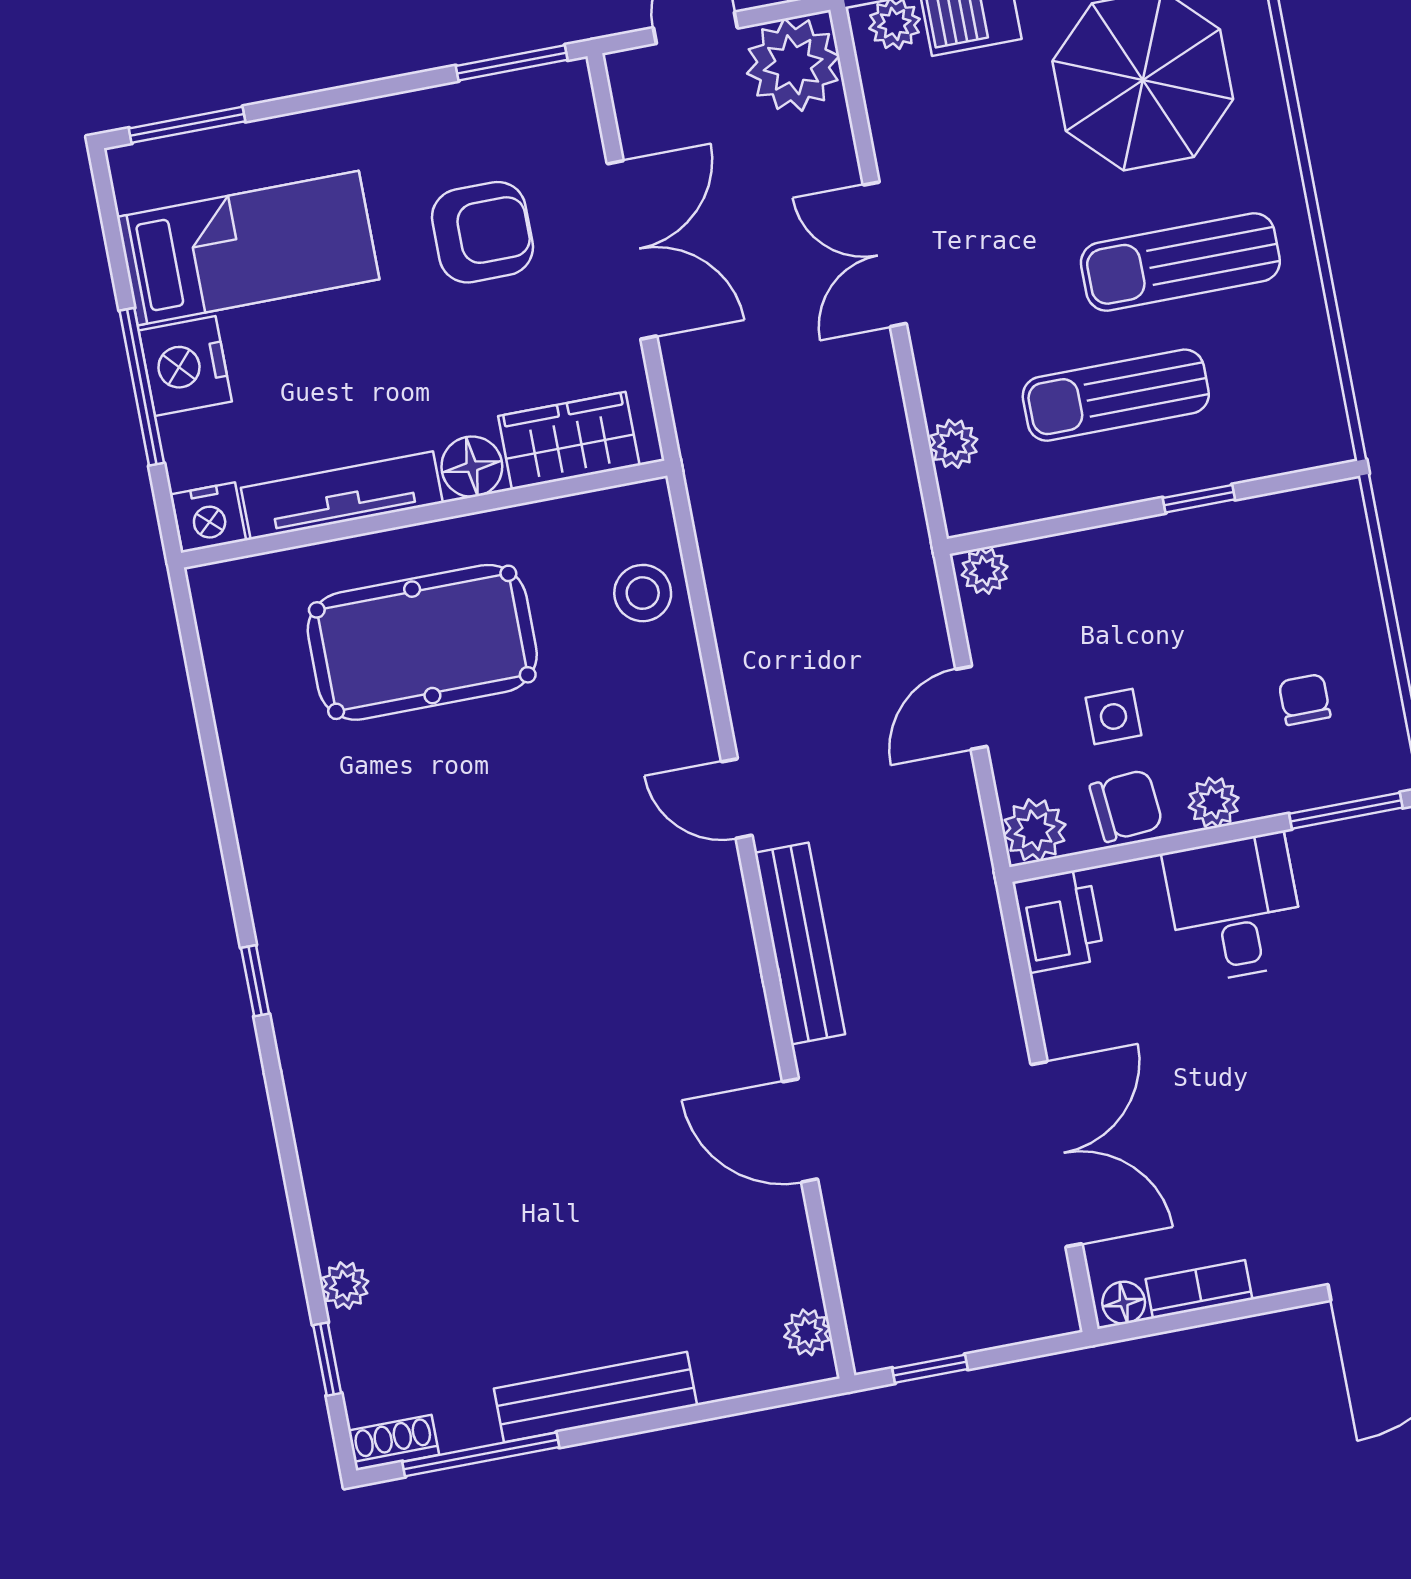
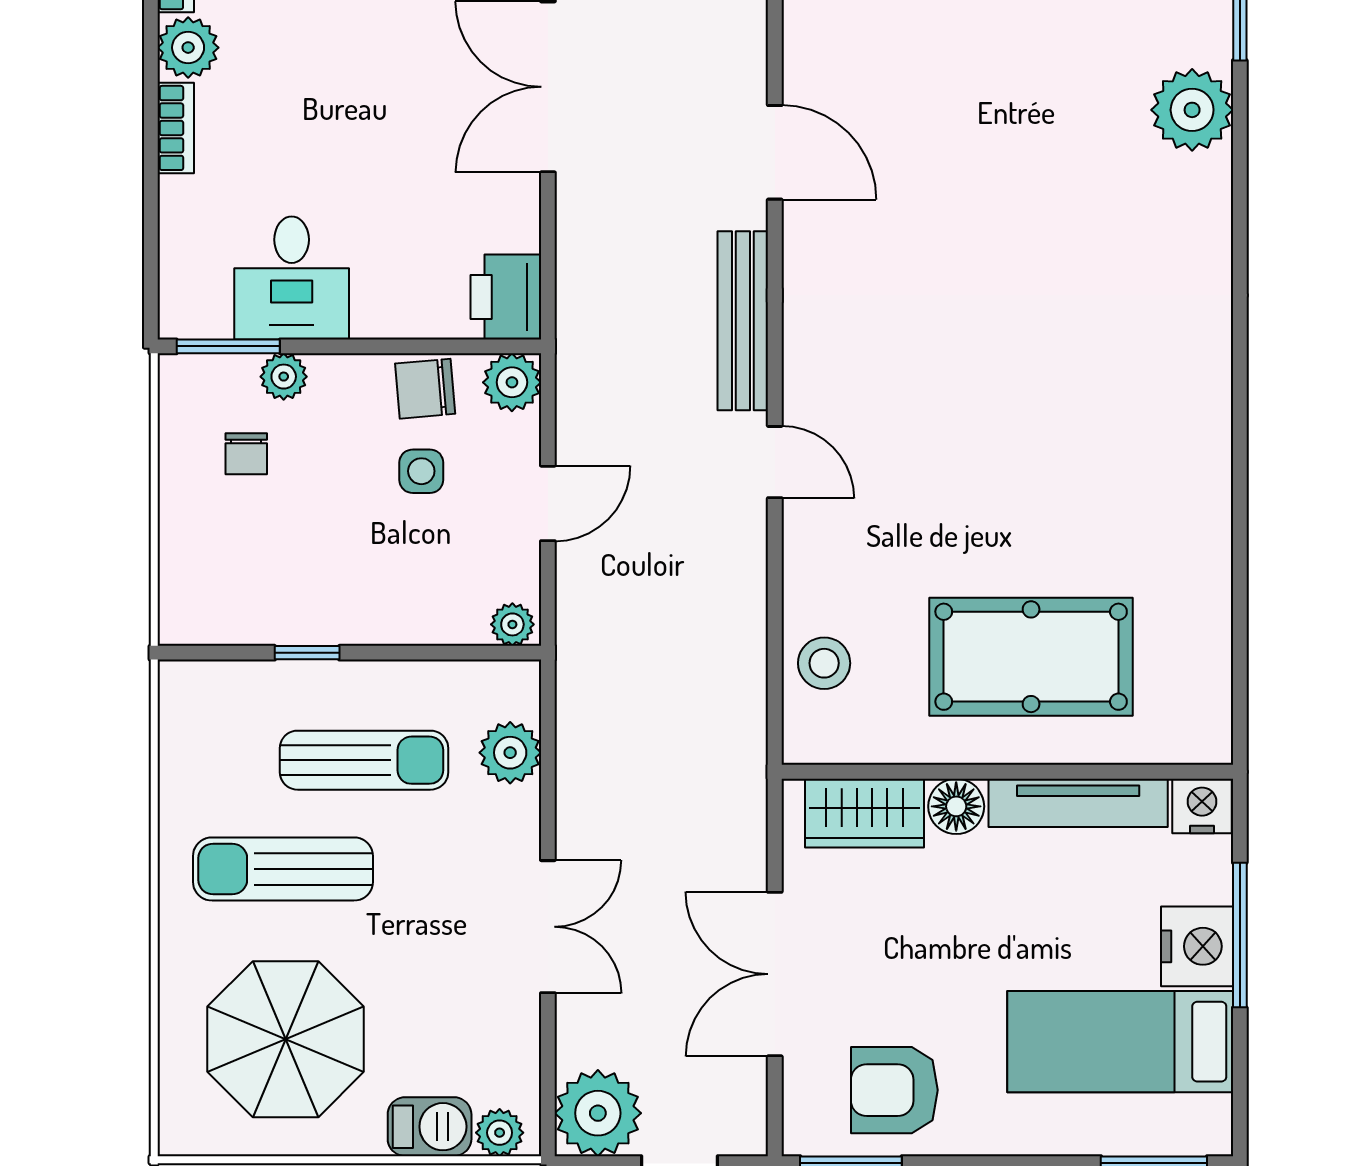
armchair: (482, 232) -> (894, 1090), moved
sun lounger: (1180, 262) -> (283, 869), turned 180
plant: (953, 444) -> (510, 753), width x1.38, depth x1.38
plant: (1214, 803) -> (284, 377), moved
desk: (1235, 908) -> (292, 278), moved
window: (255, 981) -> (1240, 381), removed
plant: (345, 1285) -> (1192, 110), width x1.88, depth x1.88

